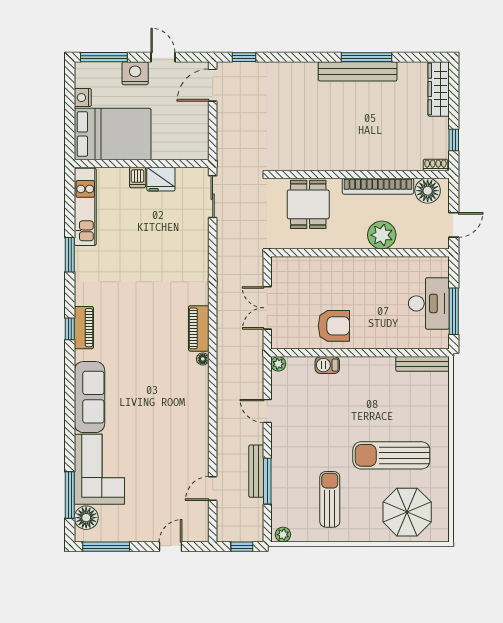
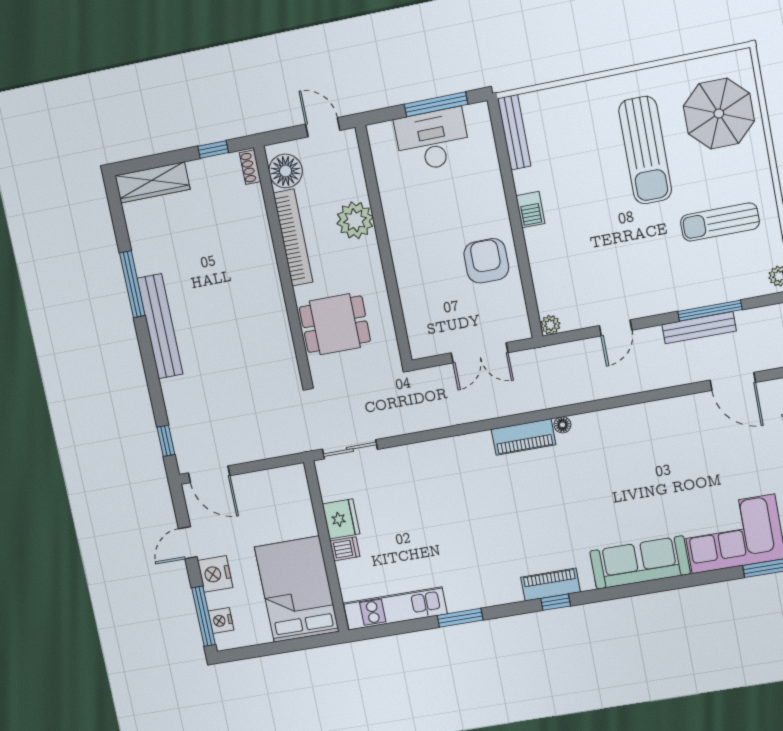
bench: (358, 71) -> (160, 326), moved
nightstand: (83, 98) -> (221, 621), moved, turned 90
barbecue: (327, 365) -> (530, 210), moved
door: (213, 489) -> (733, 381), width x1.37

